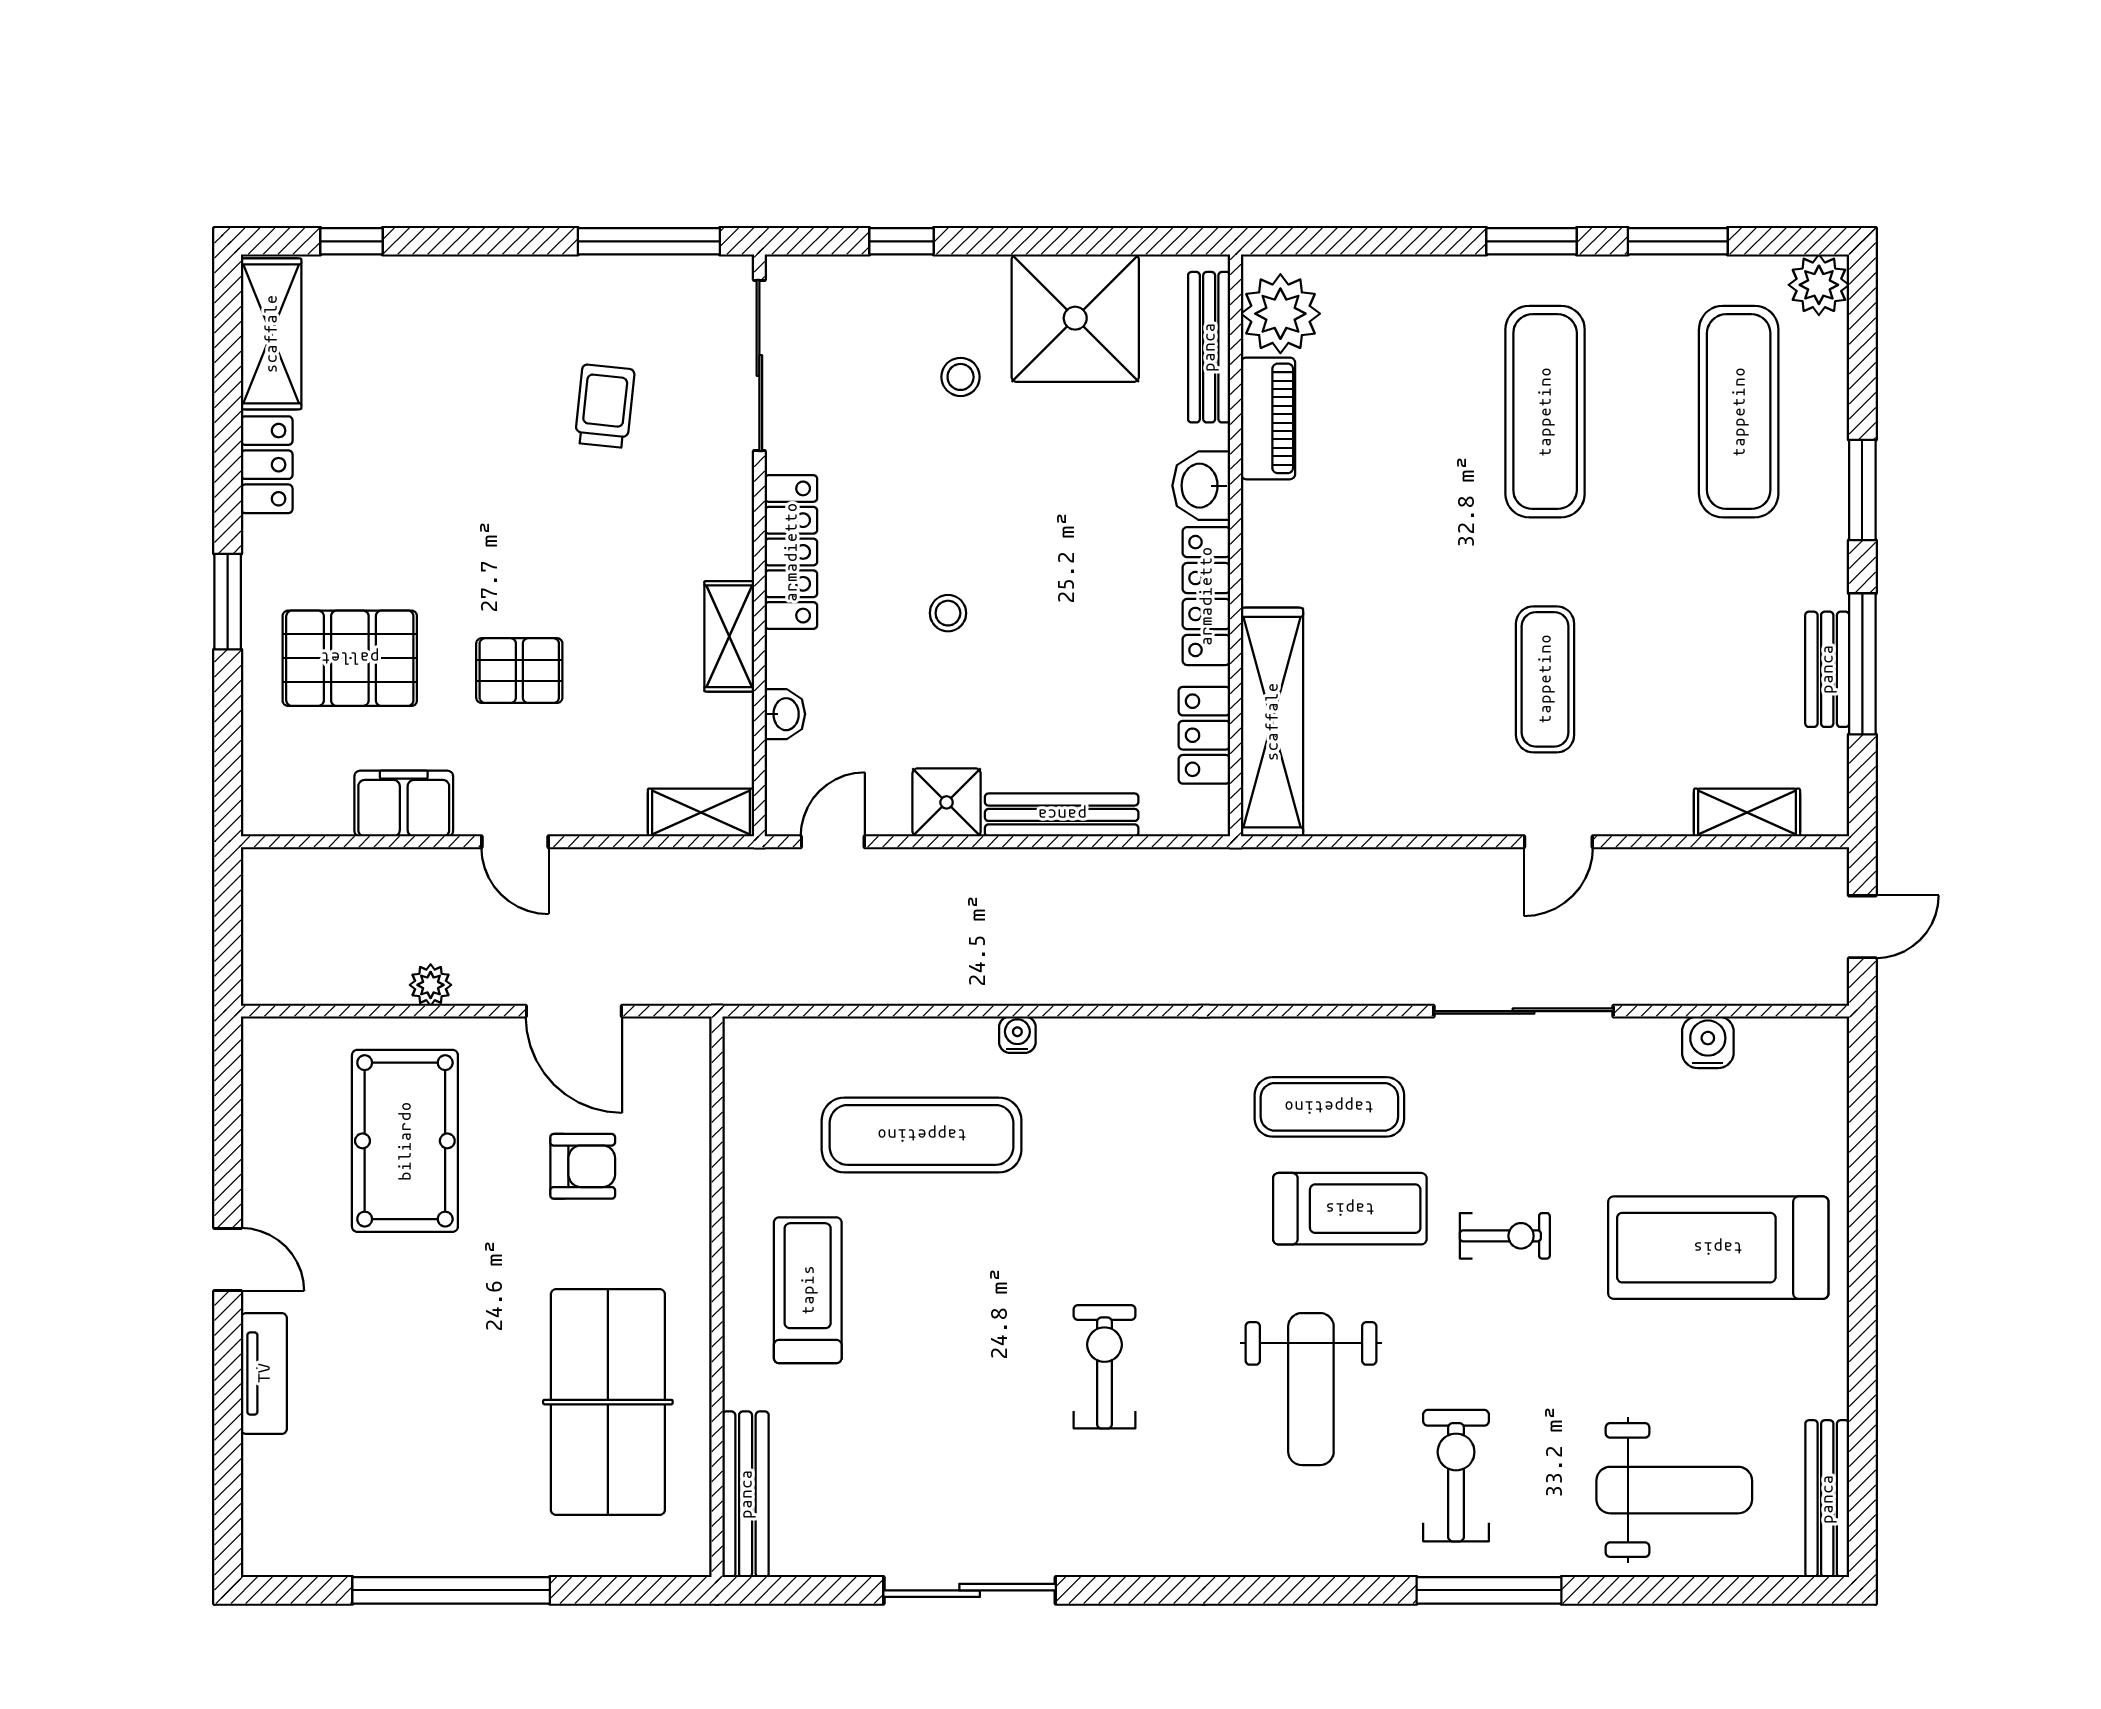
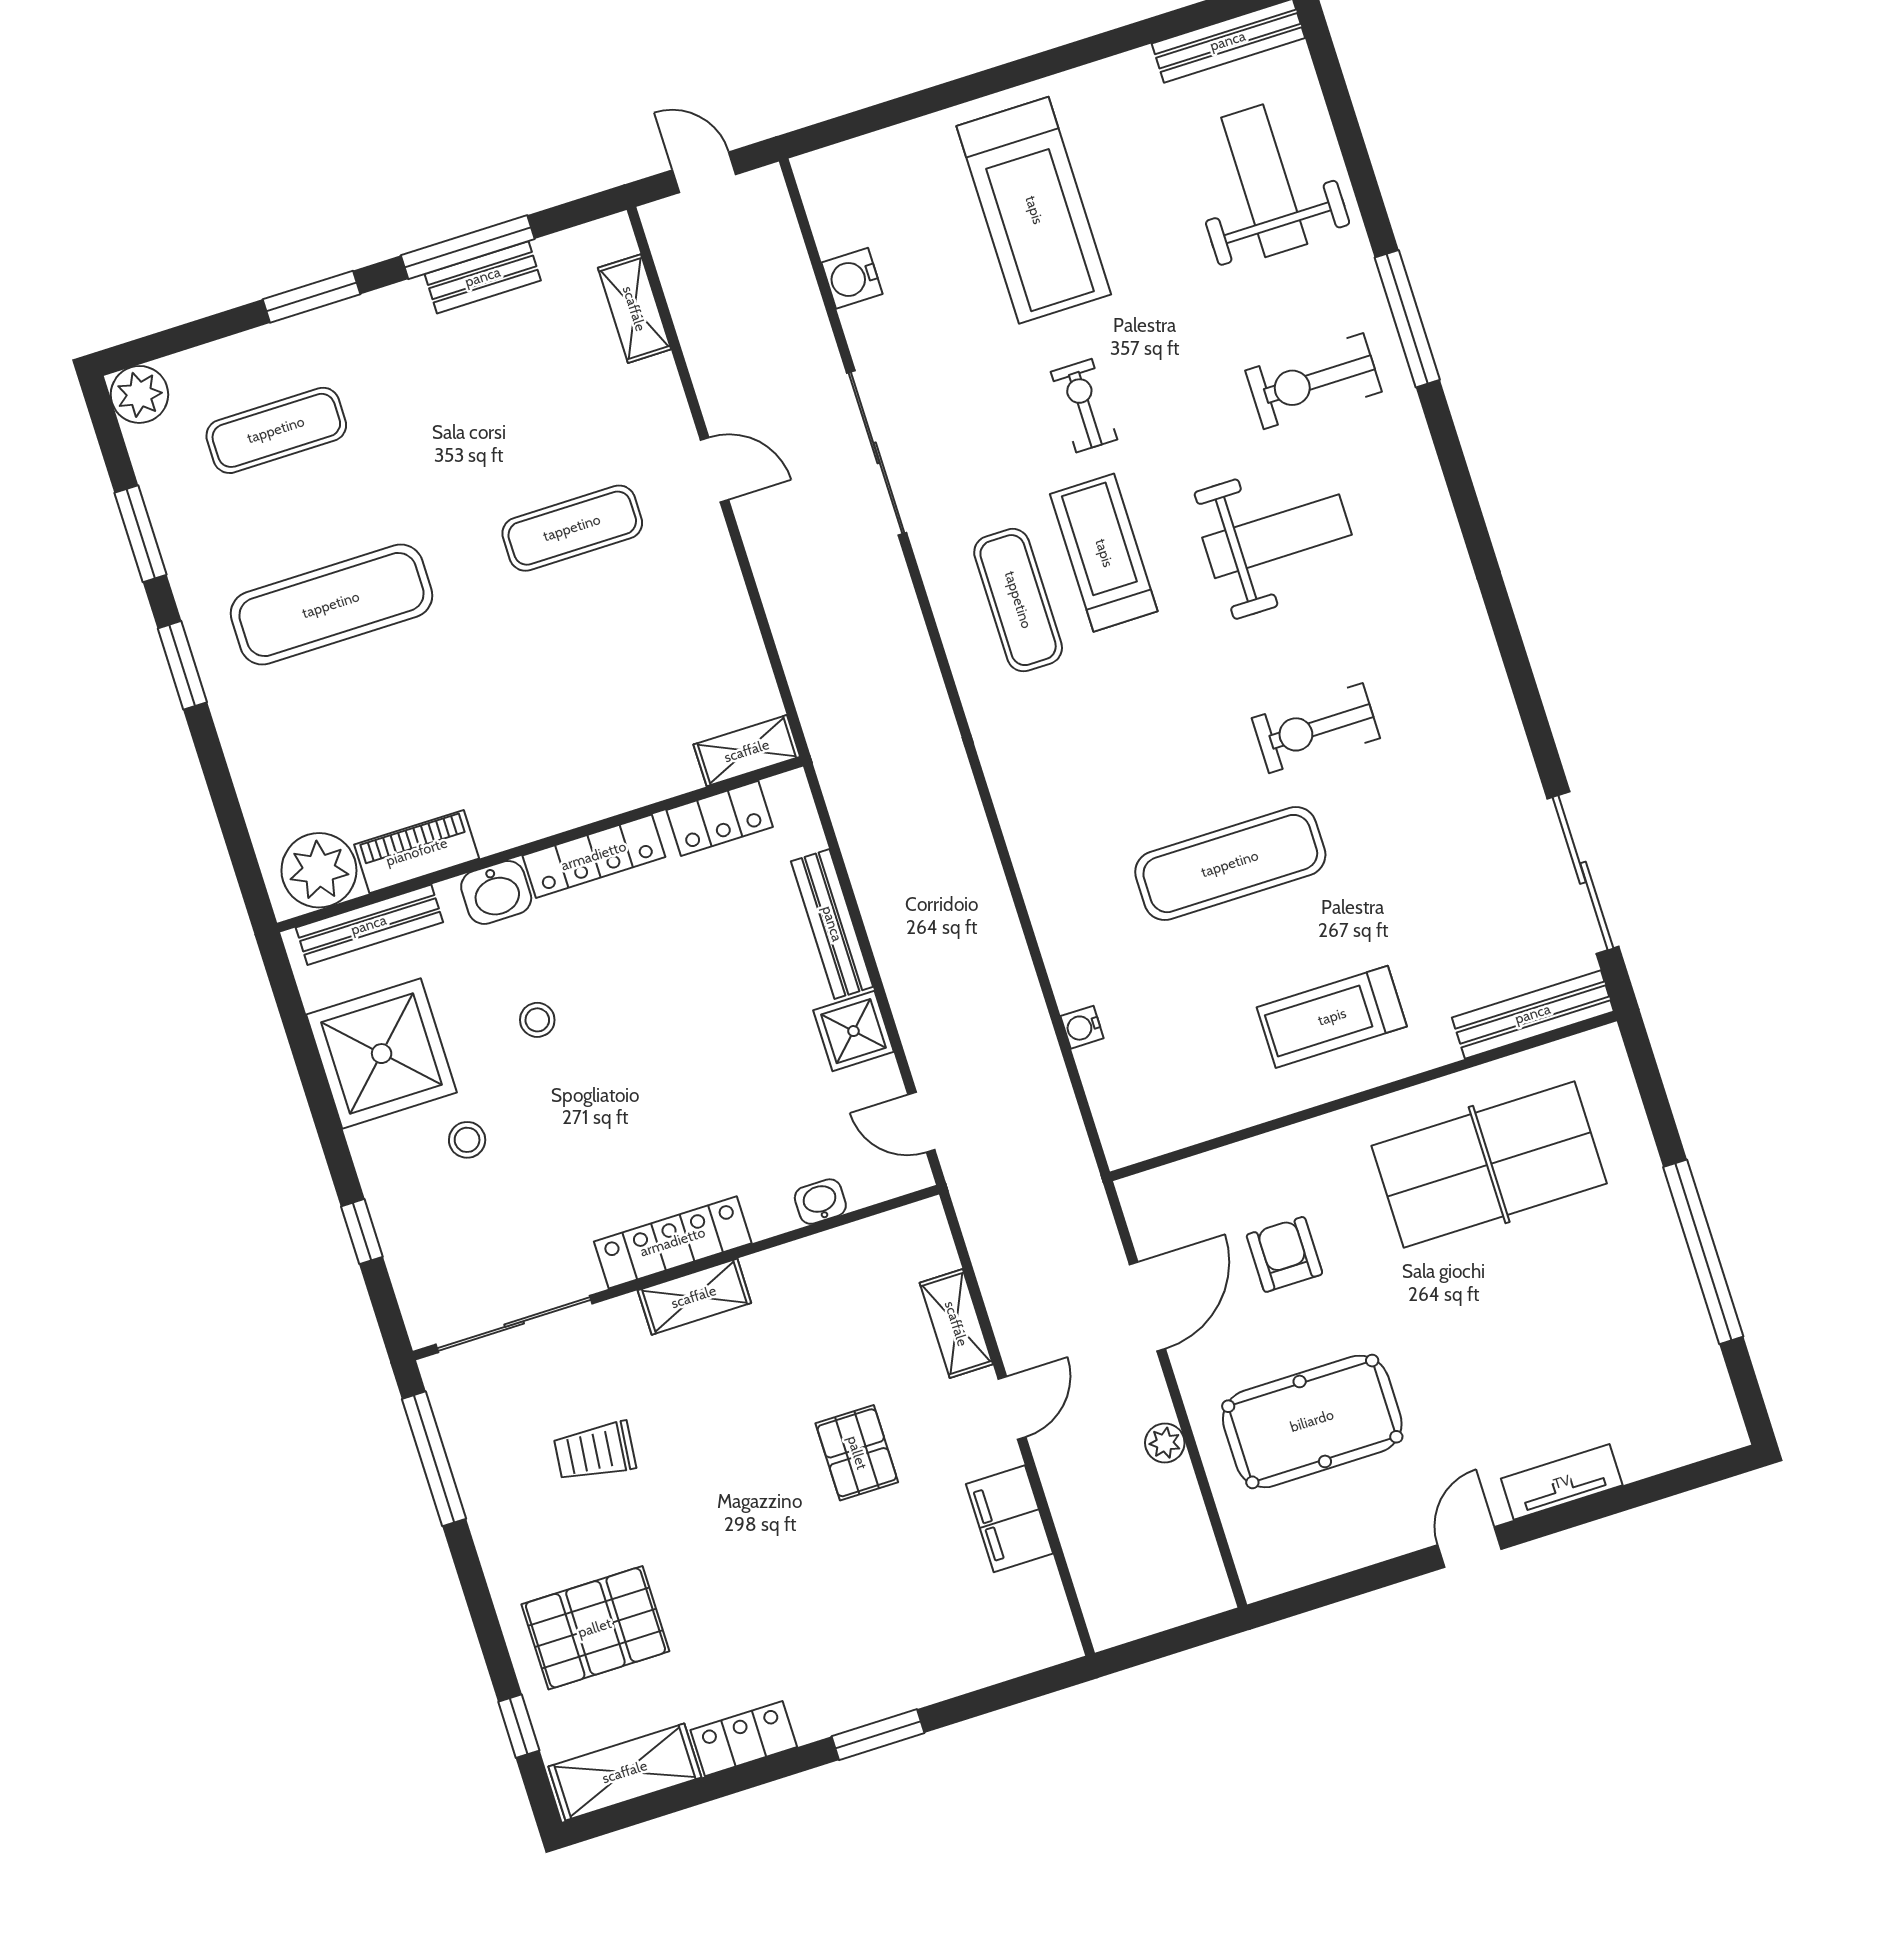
exercise mat: (1739, 412) -> (276, 430), width x0.73, depth x0.69
stool: (948, 613) -> (537, 1020), moved
shelving: (729, 636) -> (694, 1297), moved
pallet: (350, 658) -> (595, 1628), moved, turned 90
shelving: (1272, 722) -> (747, 751), width x0.45, depth x0.75
shelving: (701, 813) -> (956, 1324), moved
water cooler: (1017, 1035) -> (1082, 1027), moved
exercise mat: (922, 1135) -> (1230, 864), moved, turned 90
sliding door: (970, 1590) -> (1583, 873), moved

